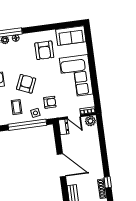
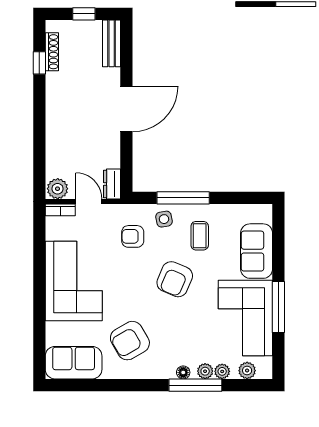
armchair: (44, 50) -> (130, 341), turned -120
window: (27, 125) -> (183, 198), width x0.68
door: (61, 165) -> (126, 109), swing flipped

